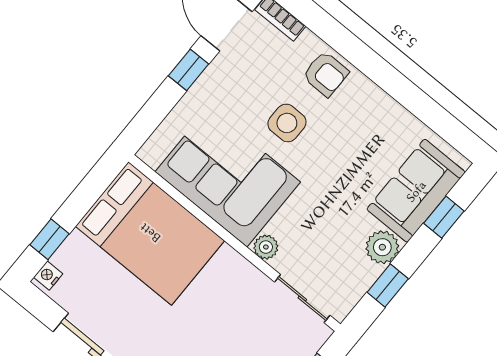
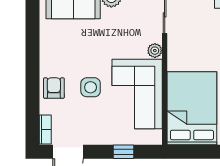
window: (189, 70) -> (123, 152), moved

